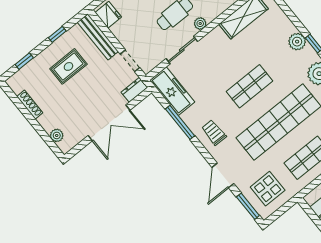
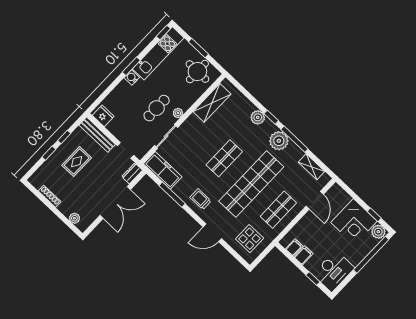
window: (24, 61) -> (49, 153), moved
door: (223, 175) -> (212, 233), hinge flipped
window: (248, 206) -> (236, 255), removed

